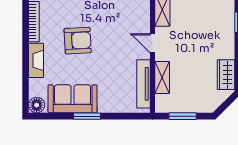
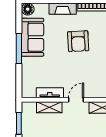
tv unit: (143, 84) -> (50, 93), width x0.71
window: (87, 116) -> (19, 49), width x1.44

